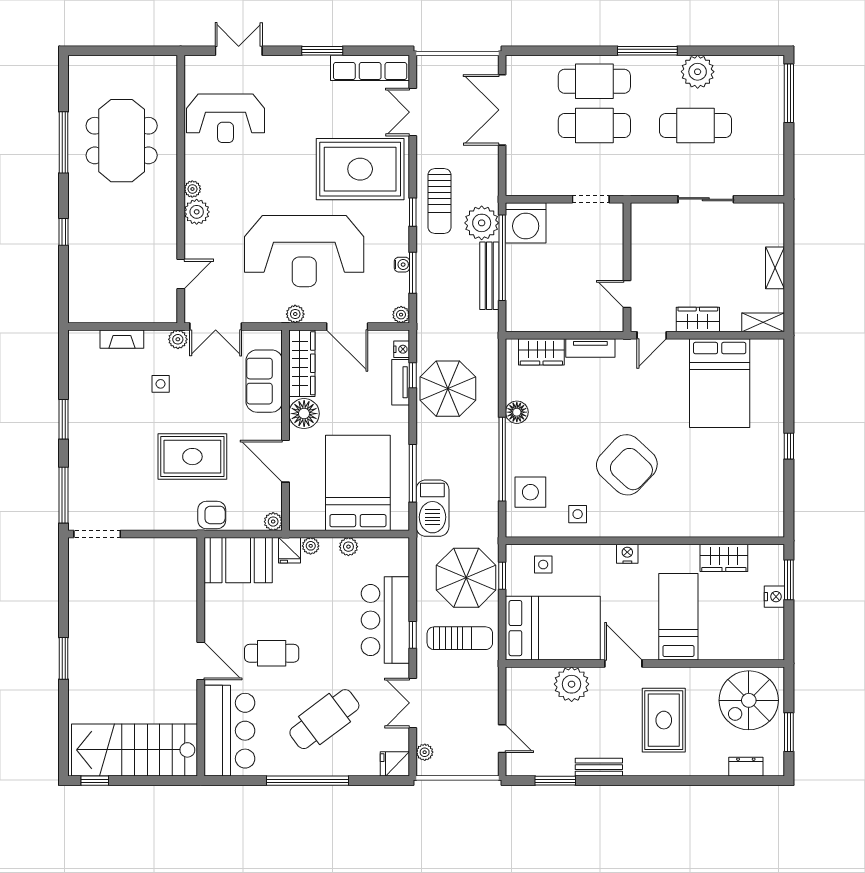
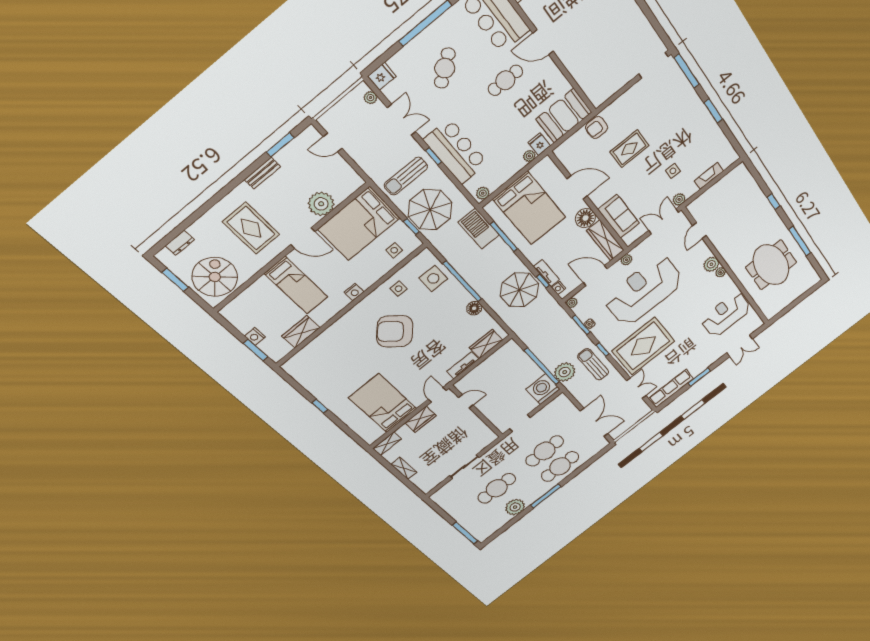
bench: (489, 276) -> (542, 354), removed
rug: (192, 457) -> (629, 149), width x0.73, depth x0.70
plant: (273, 522) -> (560, 152), removed
plant: (348, 547) -> (483, 193), moved
cafe table: (324, 719) -> (445, 68), width x0.73, depth x0.74

